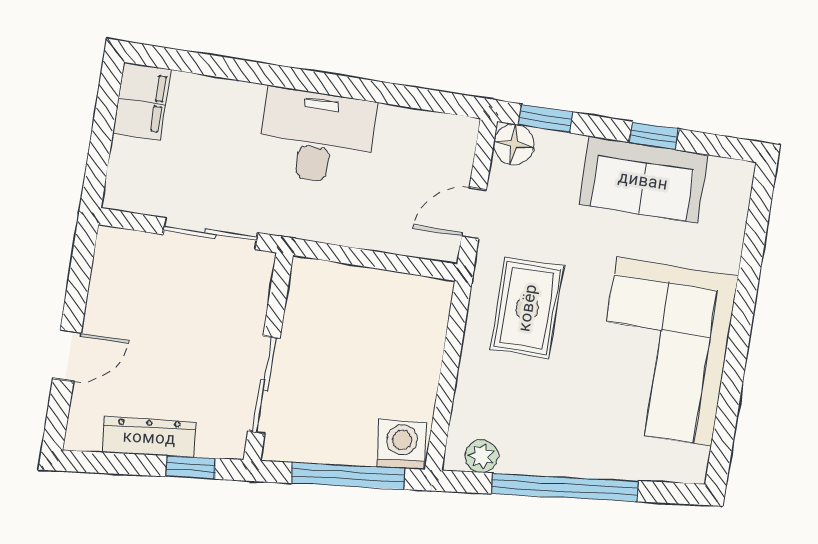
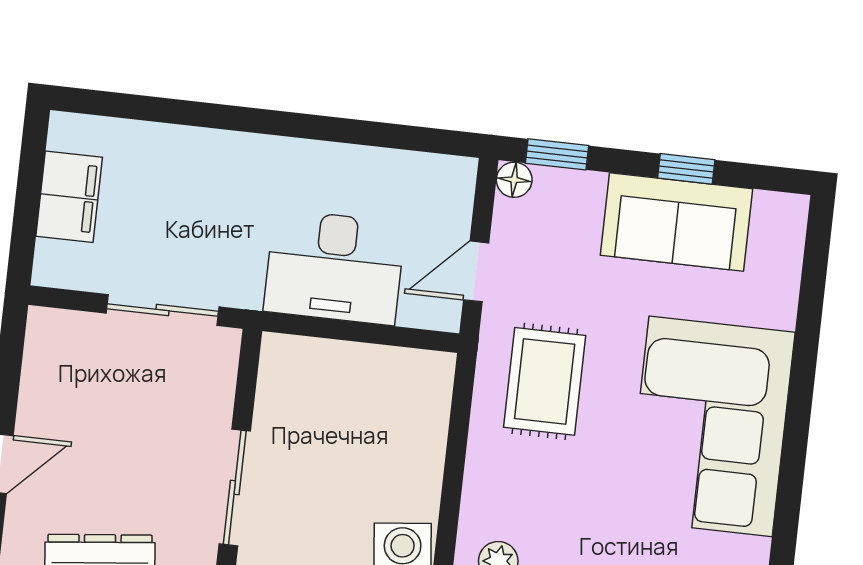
filing cabinet: (142, 101) -> (69, 197), moved
desk: (317, 137) -> (334, 267), moved, turned 180
floor lamp: (514, 144) -> (514, 180), width x0.73, depth x0.73

